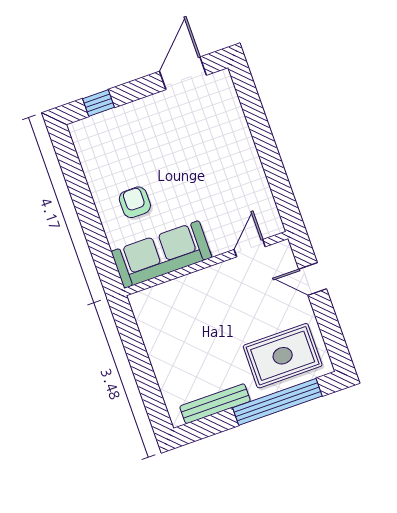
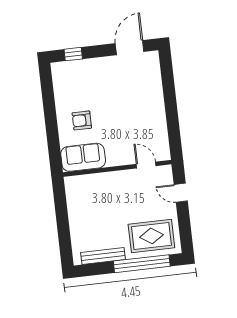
armchair: (135, 202) -> (82, 120), turned -90
door: (250, 248) -> (146, 165), hinge flipped
sofa: (161, 254) -> (83, 157), width x0.73

